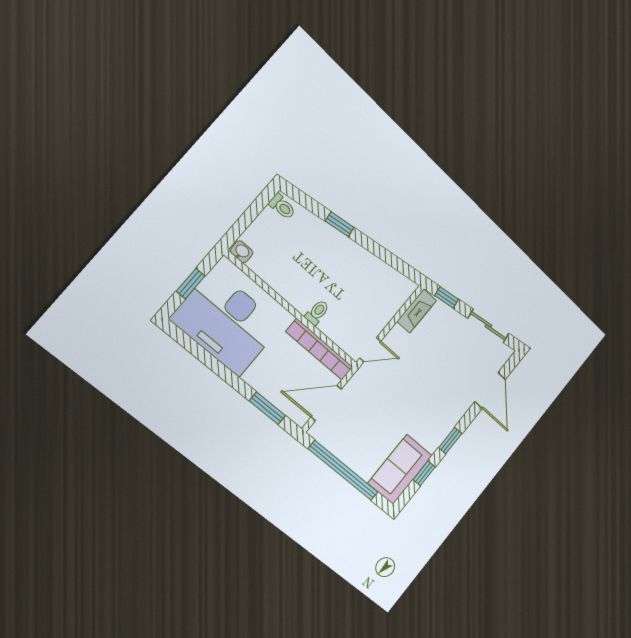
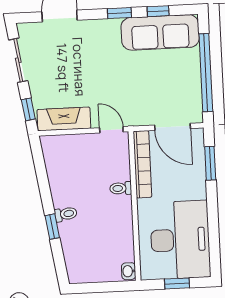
toilet: (282, 207) -> (66, 214), moved, turned 81
fireplace: (417, 311) -> (64, 119), width x1.37, depth x1.32
sofa: (400, 469) -> (160, 32), width x1.36

